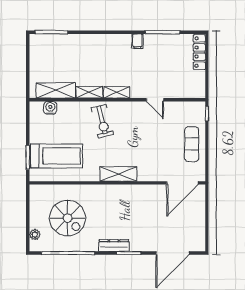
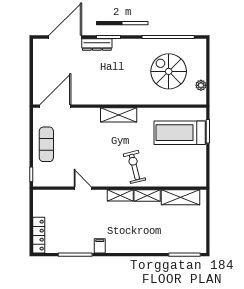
water cooler: (50, 108) -> (186, 180), removed
plant: (35, 234) -> (201, 85), moved
dresser: (114, 245) -> (97, 44), moved

